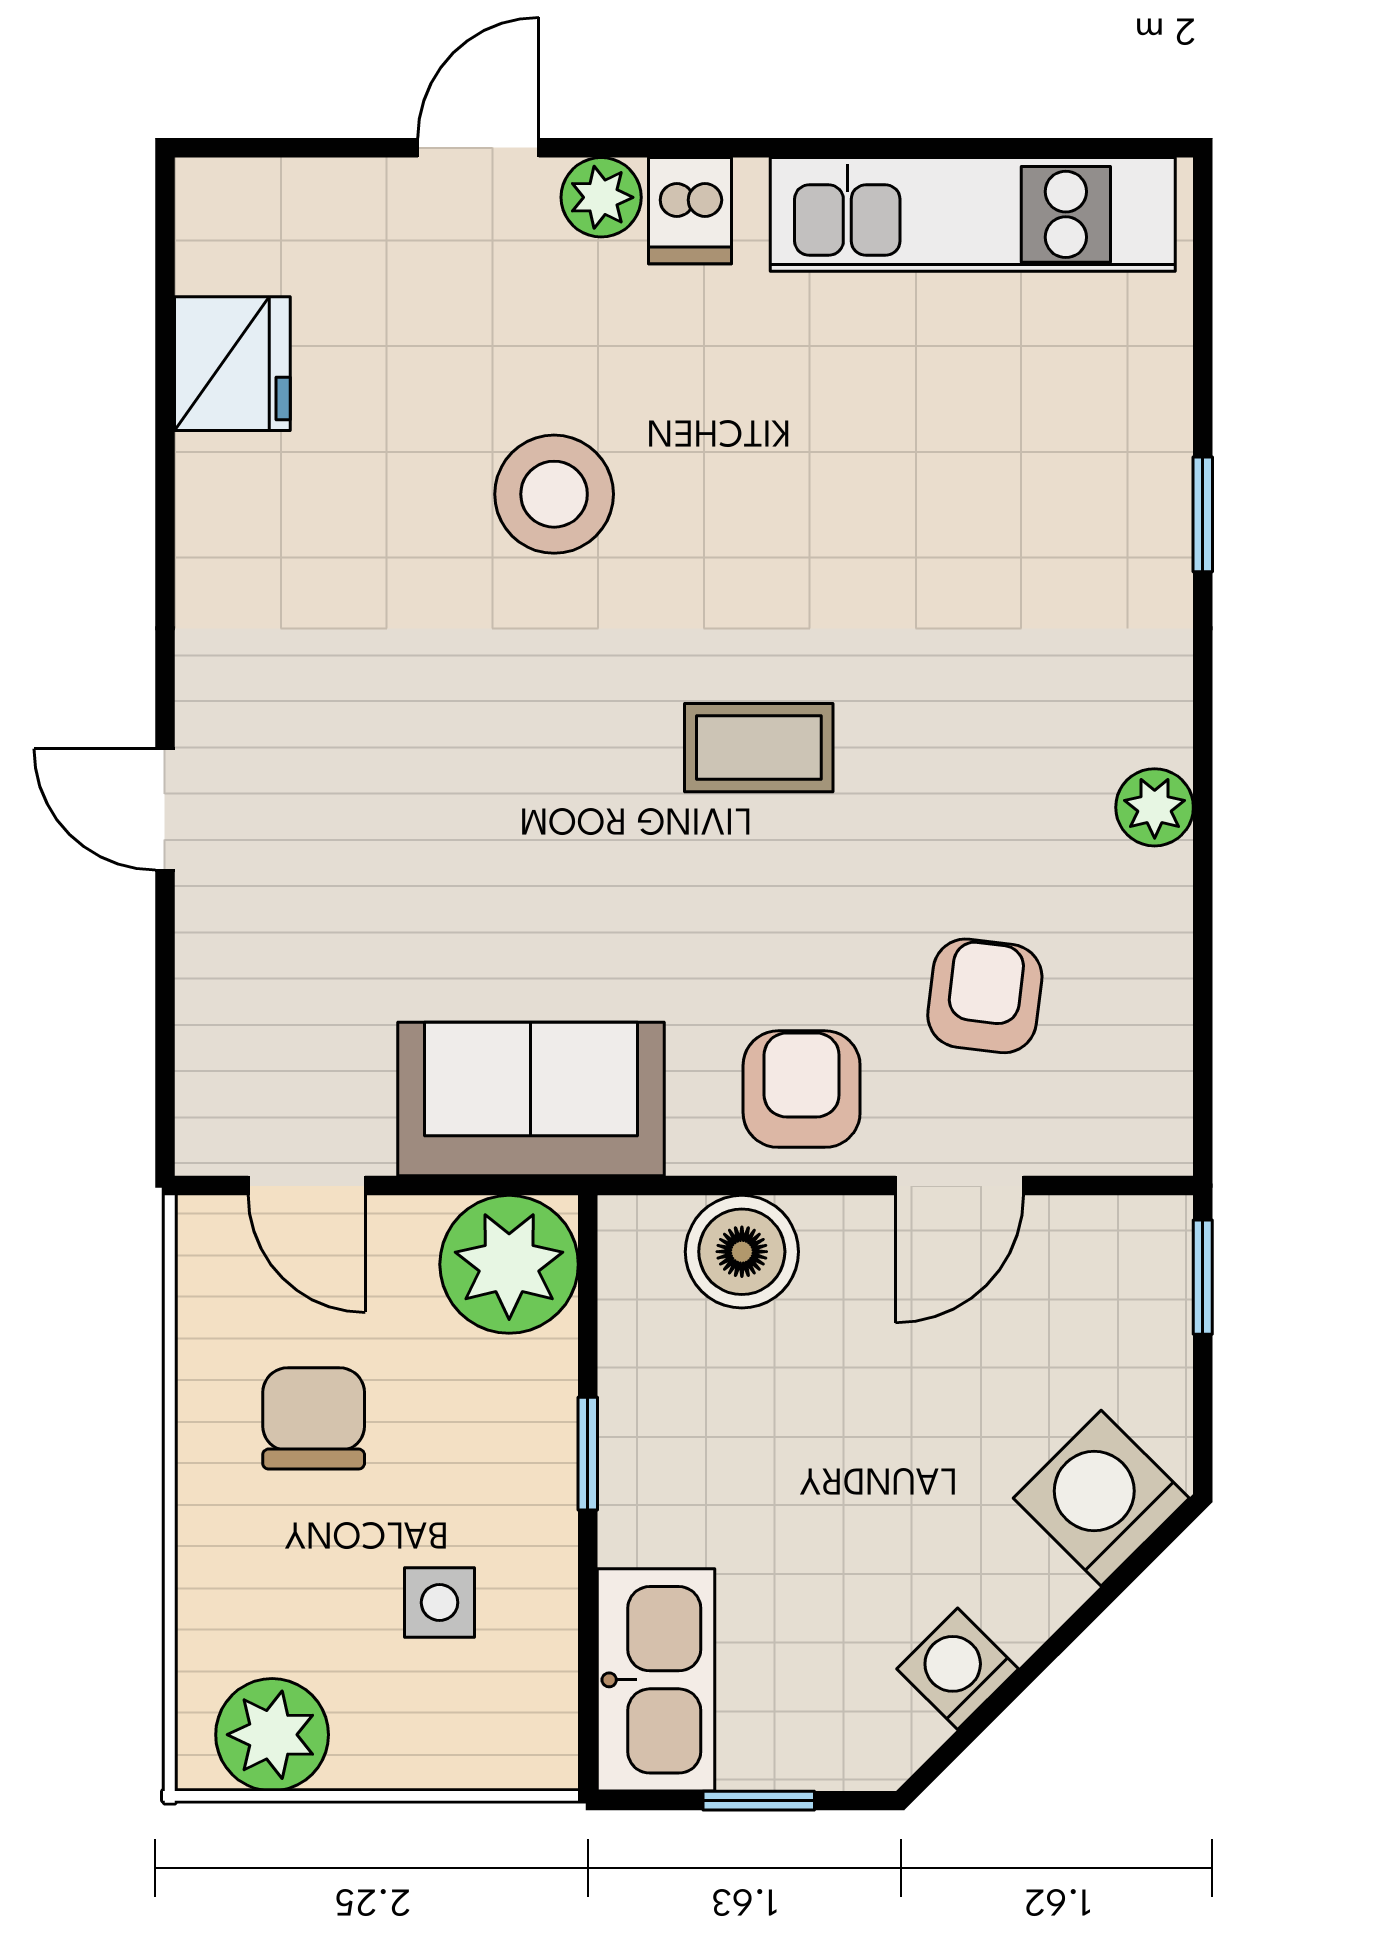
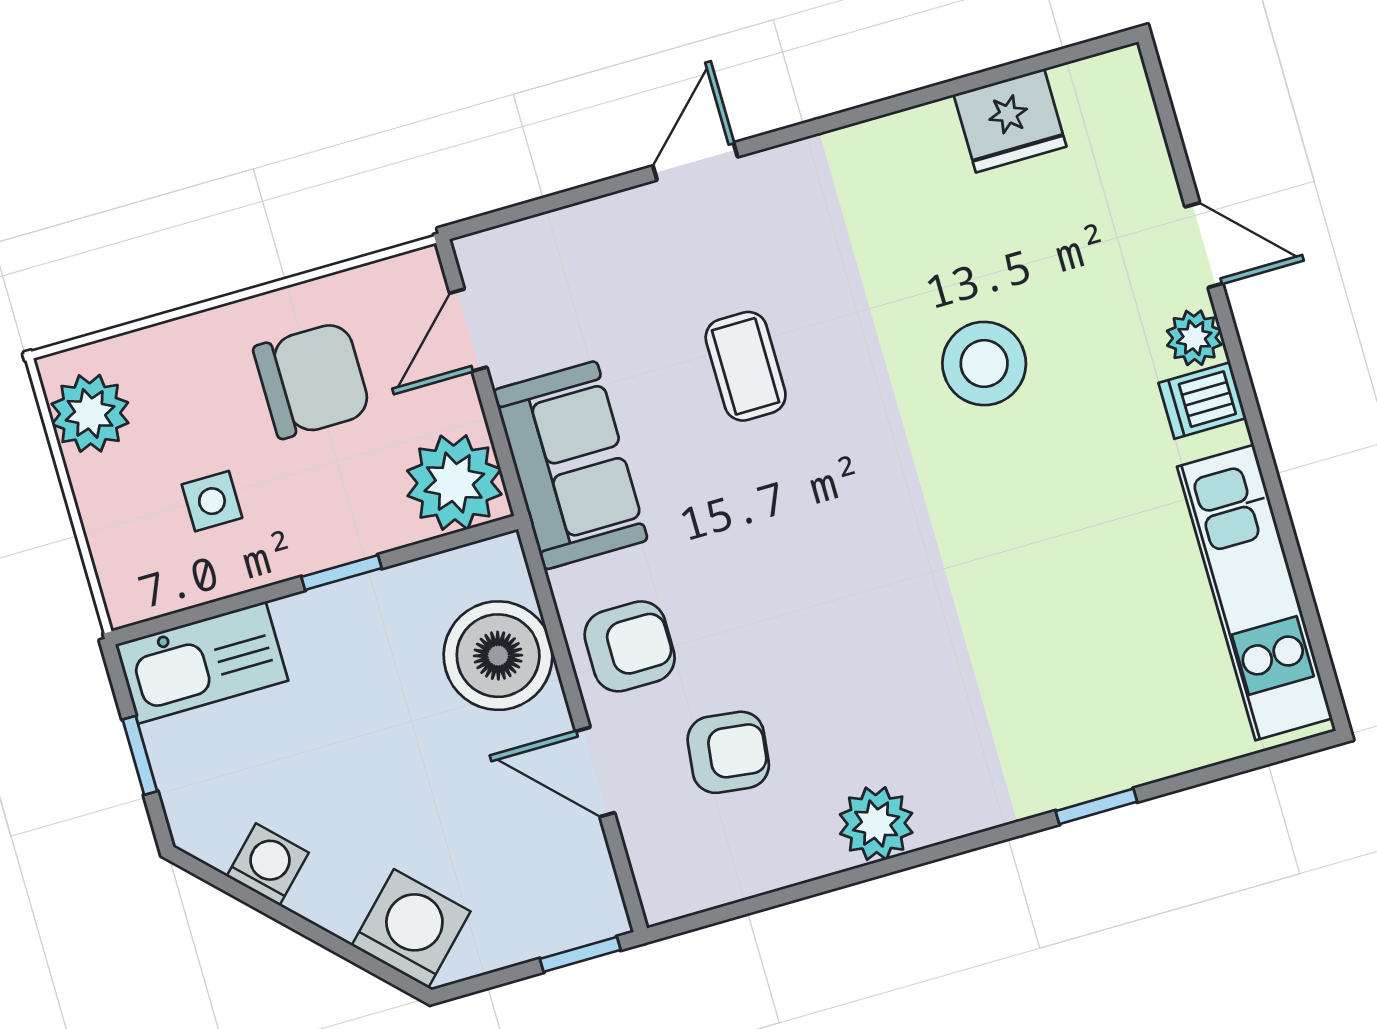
coffee table: (759, 748) -> (746, 366), moved
plant: (1155, 807) -> (876, 824), width x1.38, depth x1.38
boiler: (742, 1252) -> (498, 656), width x1.37, depth x1.37
chair: (314, 1418) -> (312, 380), width x1.37, depth x1.37

